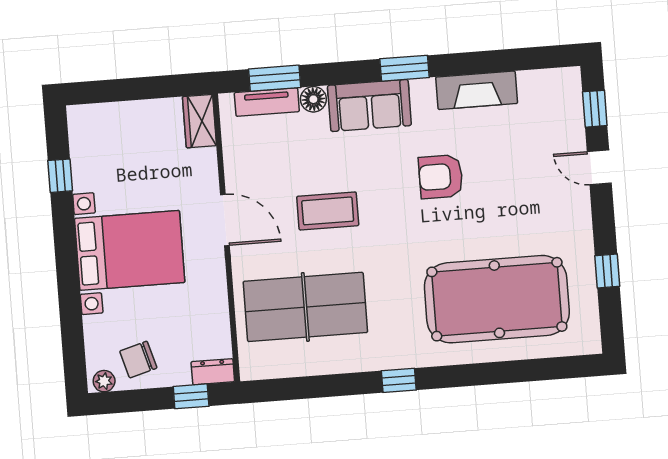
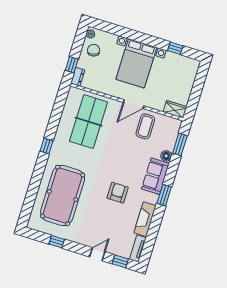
tv unit: (267, 102) -> (138, 249), moved
coffee table: (328, 211) -> (145, 126), moved

